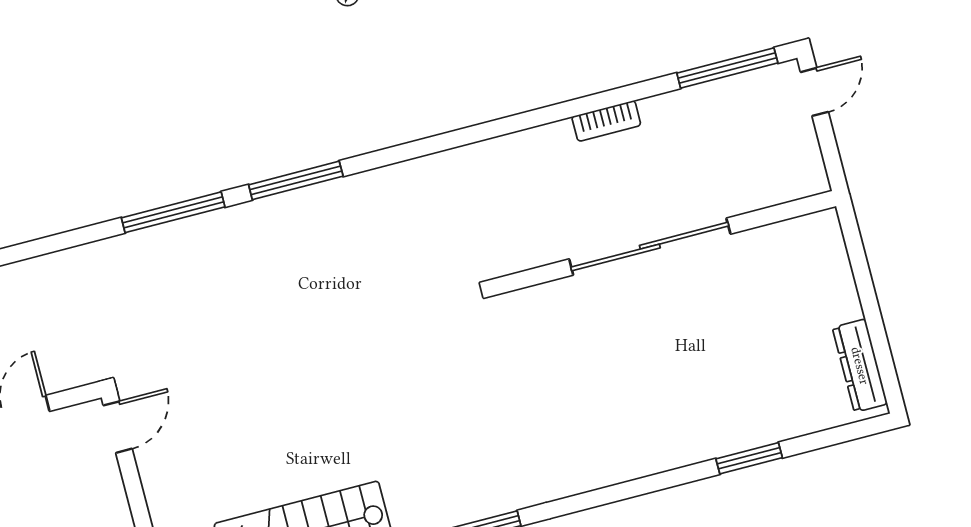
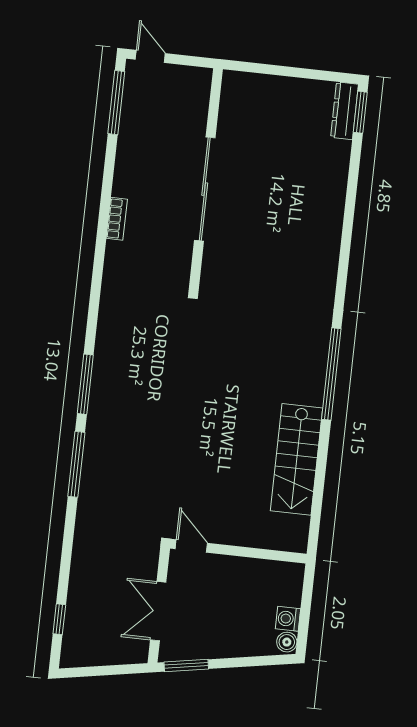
bookcase: (606, 121) -> (117, 219), moved
dresser: (860, 366) -> (344, 111), moved, turned 90
window: (749, 458) -> (360, 112), moved

